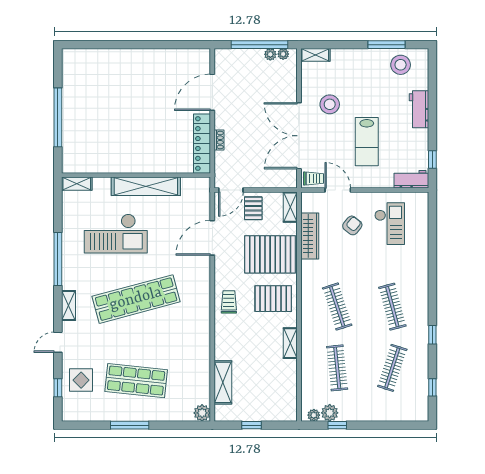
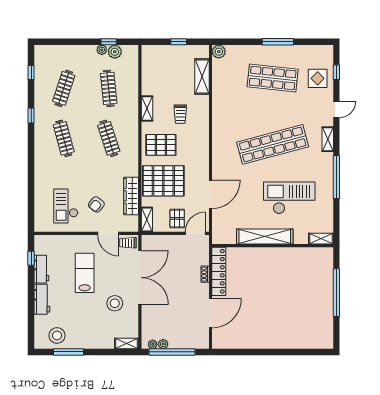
workbench: (411, 179) -> (41, 269), moved, turned -90
trolley: (229, 302) -> (180, 114), moved
plant: (314, 415) -> (102, 50), moved

